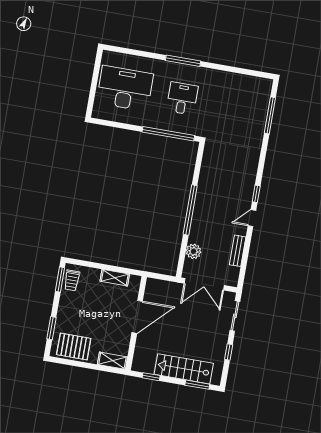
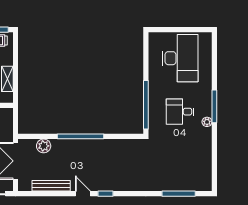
plant: (198, 72) -> (207, 122), added
desk: (182, 98) -> (180, 112), turned 180
bench: (238, 251) -> (51, 186), width x1.36

